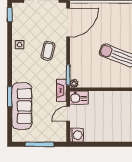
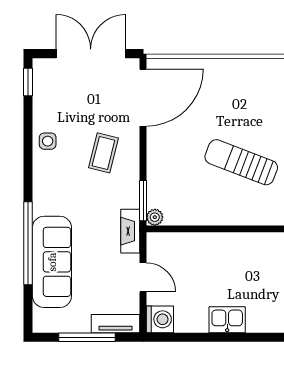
window: (10, 97) -> (28, 243), width x2.11
kitchen sink: (79, 98) -> (227, 320), moved, turned 180
door: (68, 114) -> (143, 277), swing flipped
tv unit: (54, 137) -> (115, 324), added

